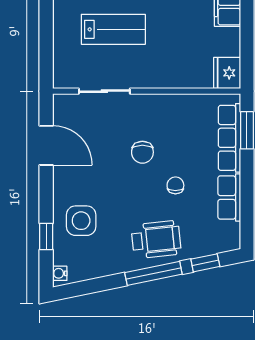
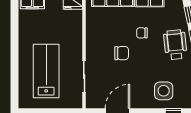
lab bench: (113, 29) -> (46, 71), width x1.36, depth x1.39

